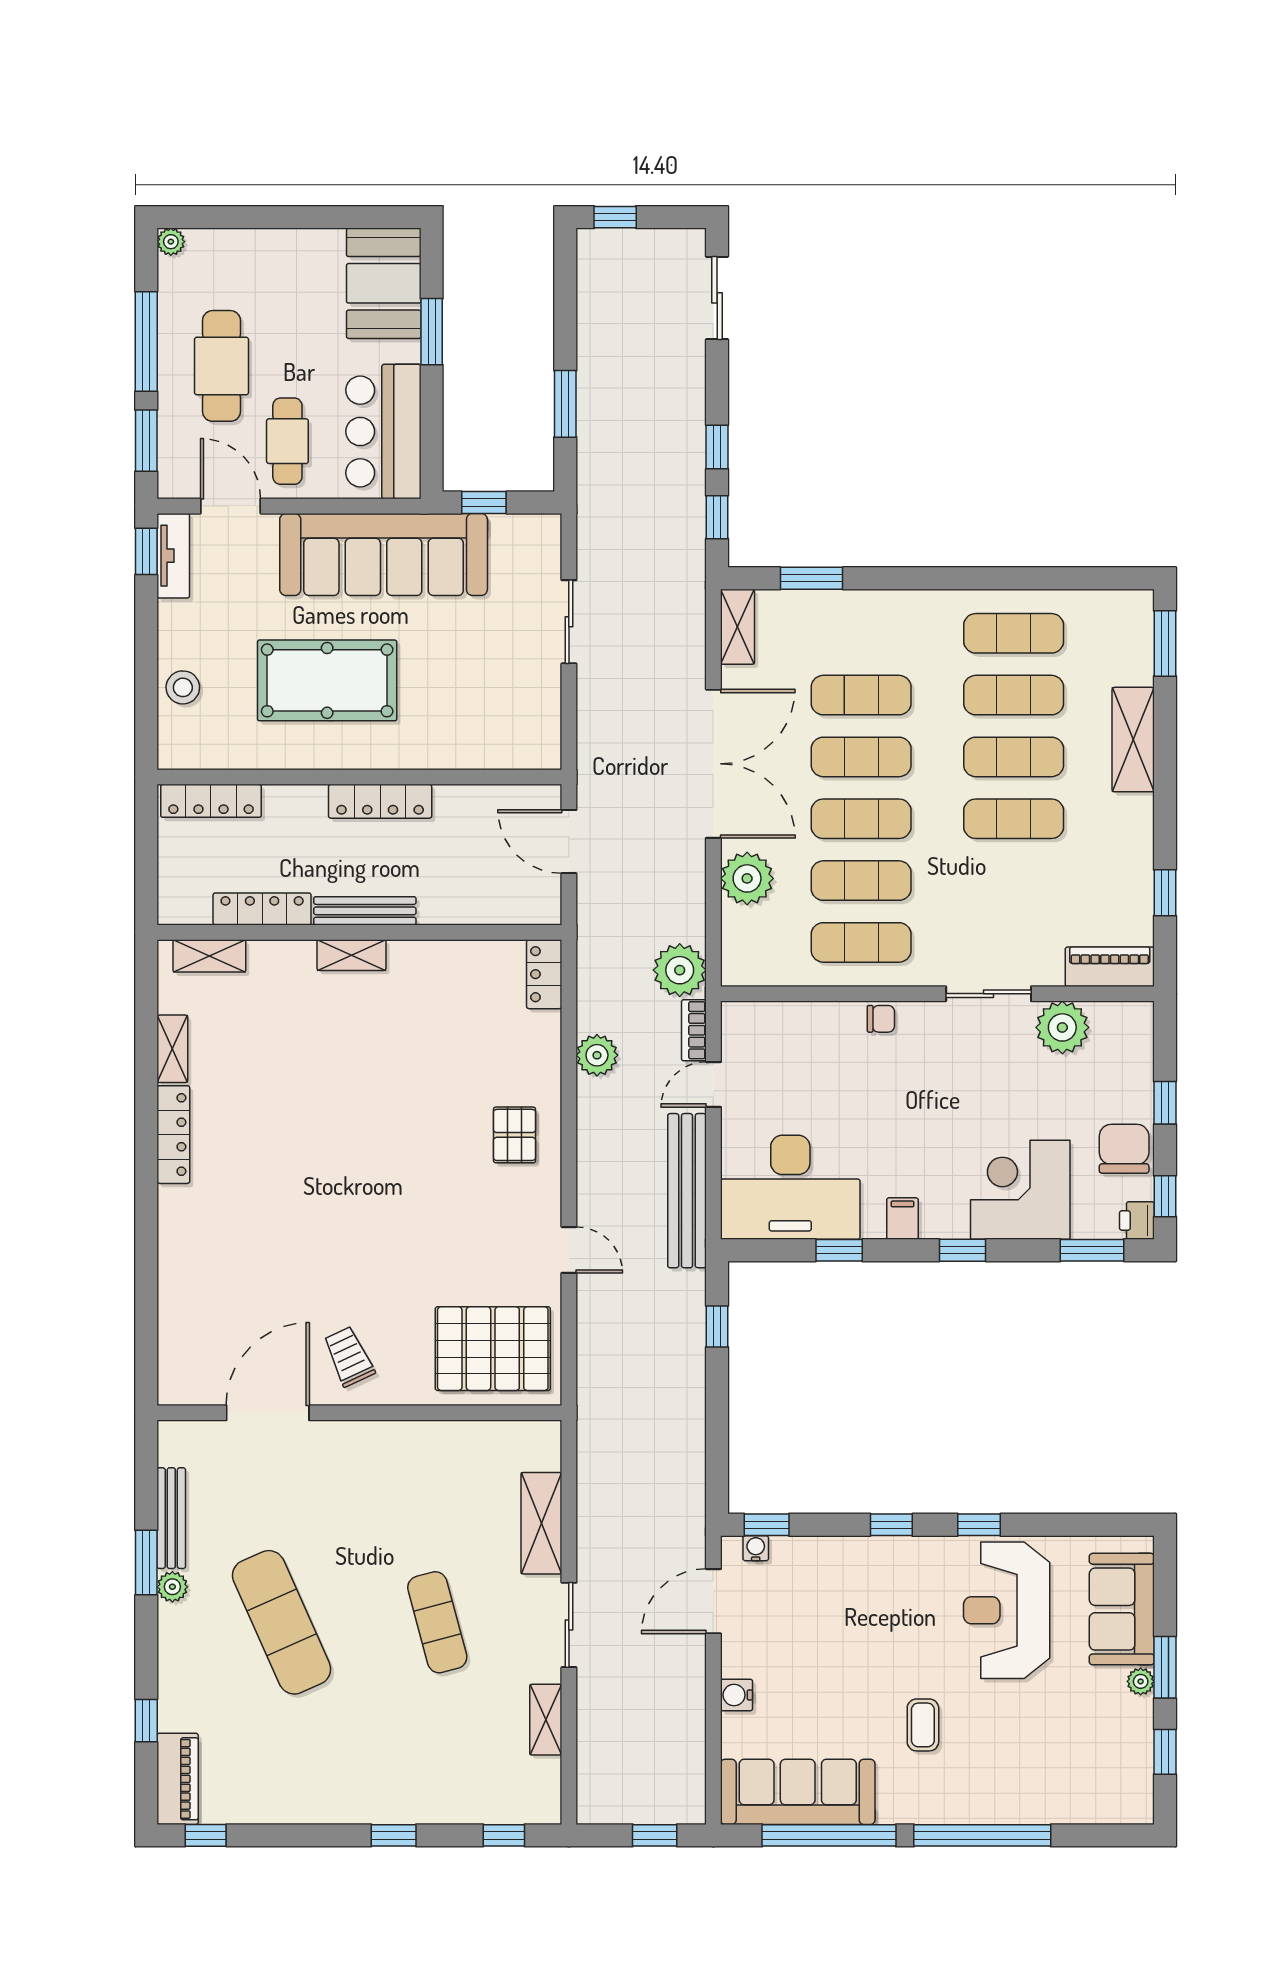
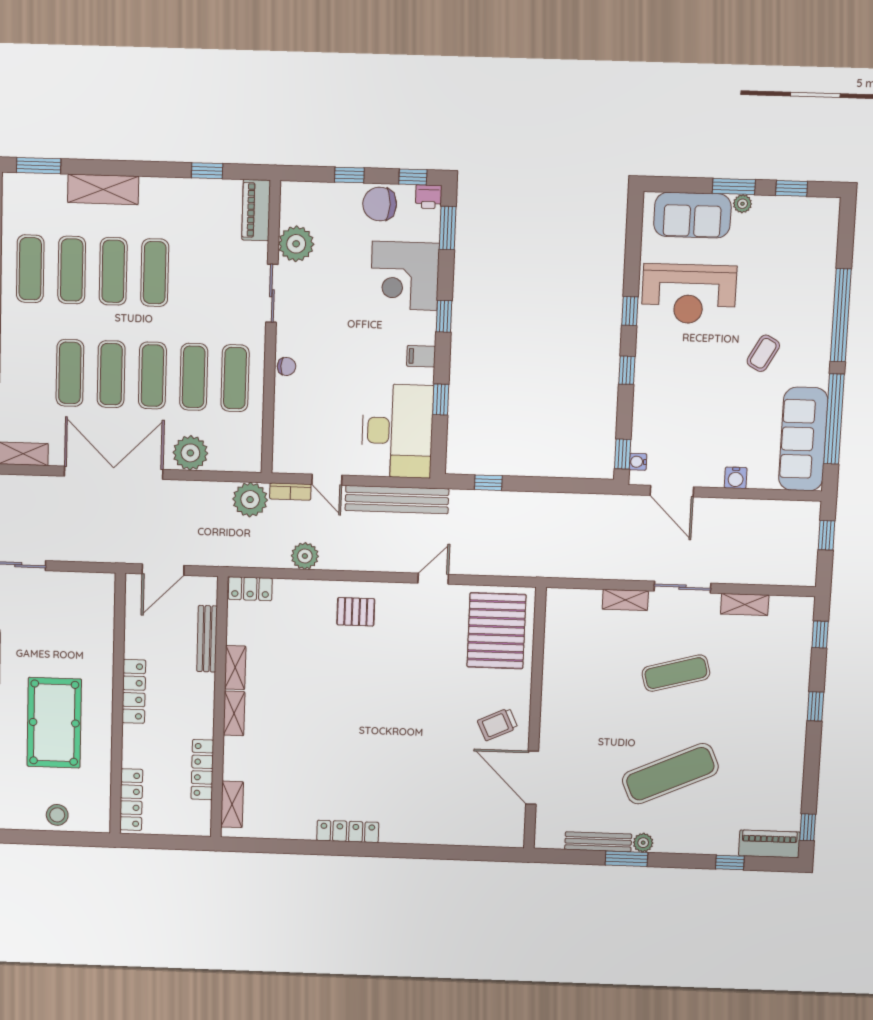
bench: (365, 911) -> (207, 639), moved
chair: (881, 1019) -> (287, 366), turned 91
shelving: (172, 1049) -> (235, 667), moved, turned 90
shelving: (541, 1523) -> (625, 600), width x0.67, depth x0.75
coffee table: (923, 1725) -> (763, 353), turned -61

